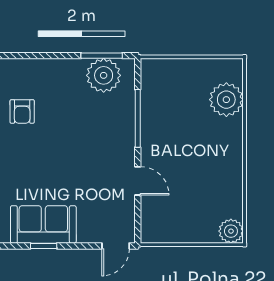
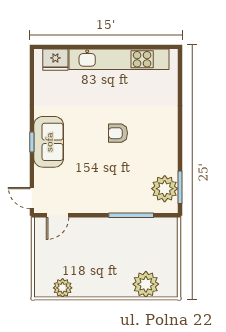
armchair: (22, 111) -> (118, 133), moved
door: (138, 181) -> (58, 215), moved
plant: (231, 231) -> (63, 288), moved

